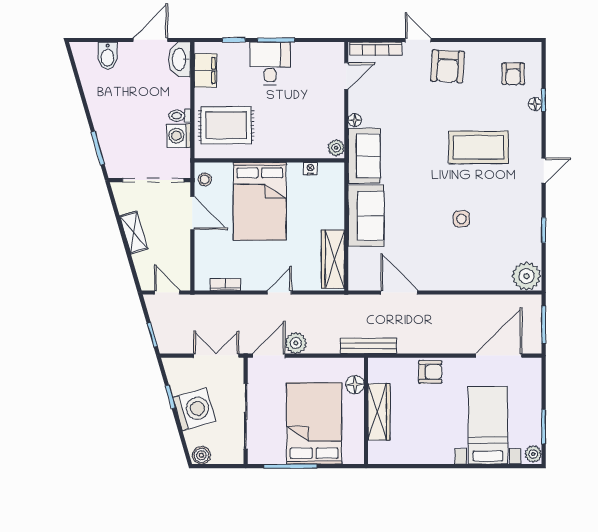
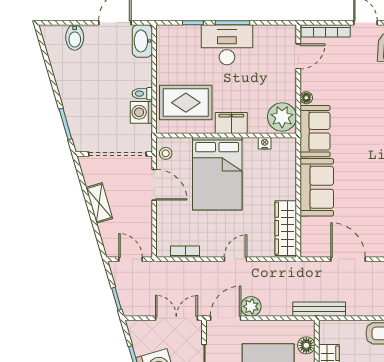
desk: (270, 63) -> (227, 45), width x1.37
filing cabinet: (206, 70) -> (231, 123), moved, turned -90
plant: (336, 148) -> (282, 117), width x1.88, depth x1.88

